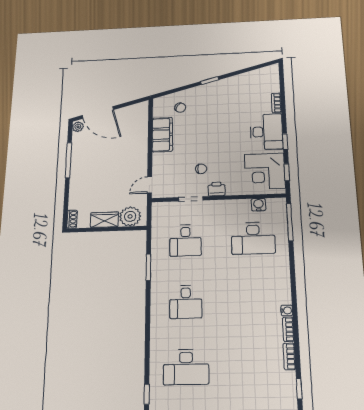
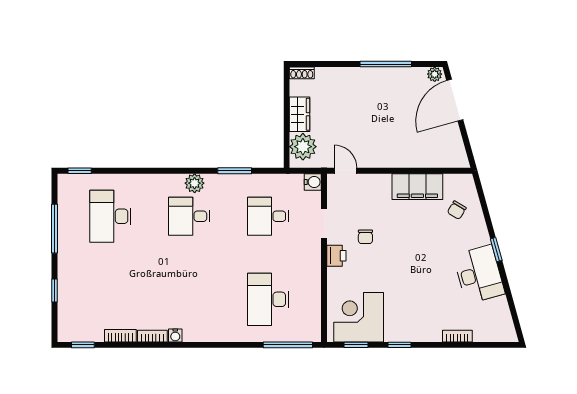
desk: (266, 132) -> (479, 274), moved, turned -105
water cooler: (258, 205) -> (313, 182), moved
plant: (158, 298) -> (195, 183), added

